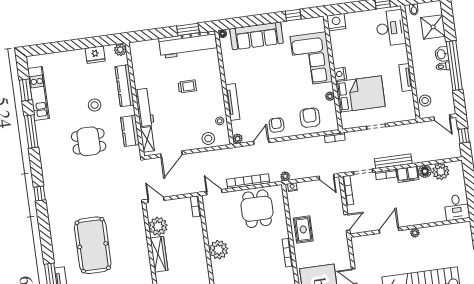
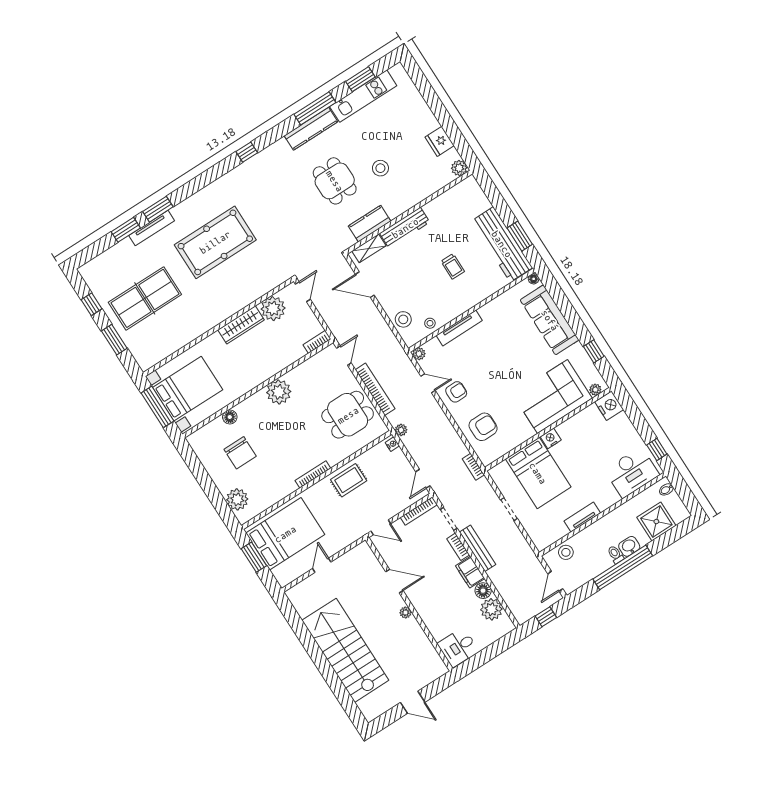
kitchen counter: (125, 86) -> (311, 129), moved, turned 180
plant: (330, 96) -> (595, 390), moved

